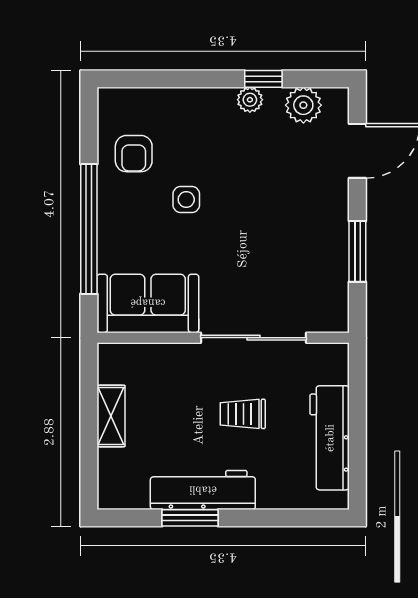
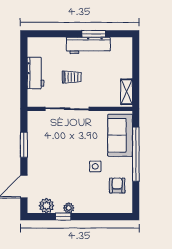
sofa: (148, 303) -> (120, 135), moved, turned 90
shelving: (111, 416) -> (127, 92), moved
workbench: (330, 438) -> (35, 73), width x0.73

